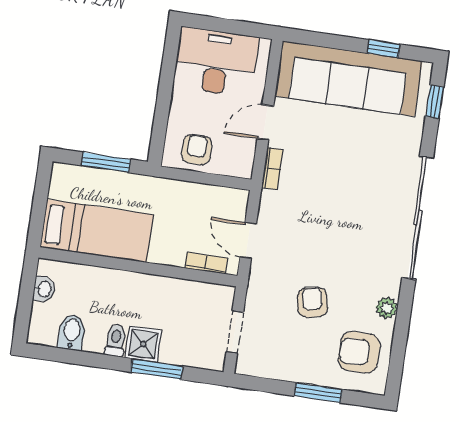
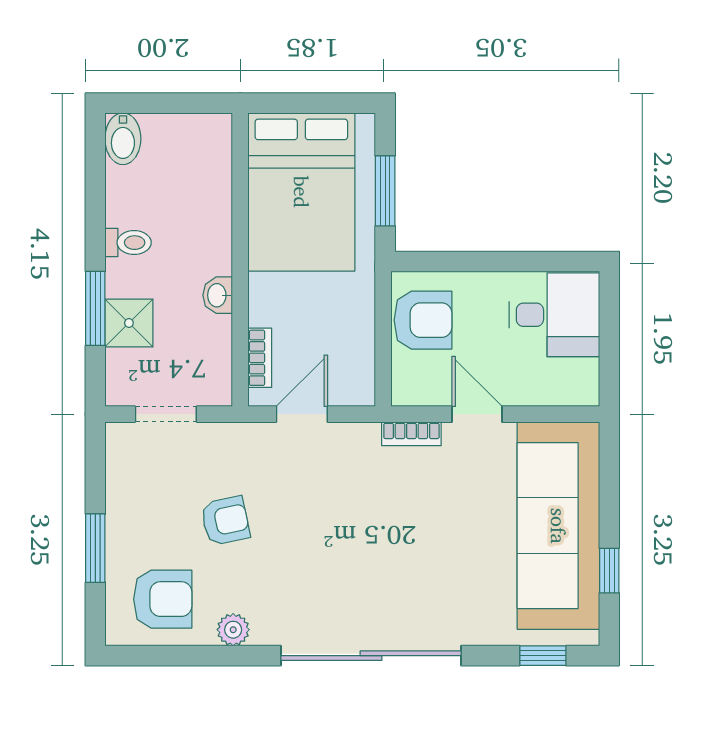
desk: (217, 62) -> (554, 315), width x0.73
armchair: (197, 150) -> (423, 320), width x1.38, depth x1.38
bed: (97, 231) -> (301, 192), width x1.50
washbasin: (44, 289) -> (218, 295), moved, turned 90
bidet: (72, 332) -> (123, 139), moved, turned 90
shower: (143, 344) -> (129, 323), moved
armchair: (359, 352) -> (163, 599), turned 90

